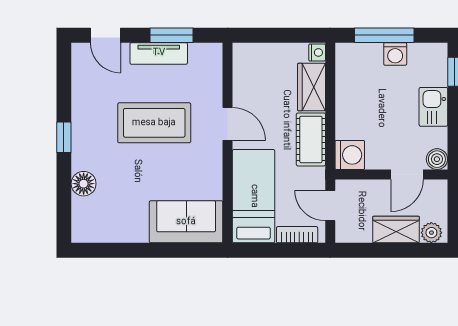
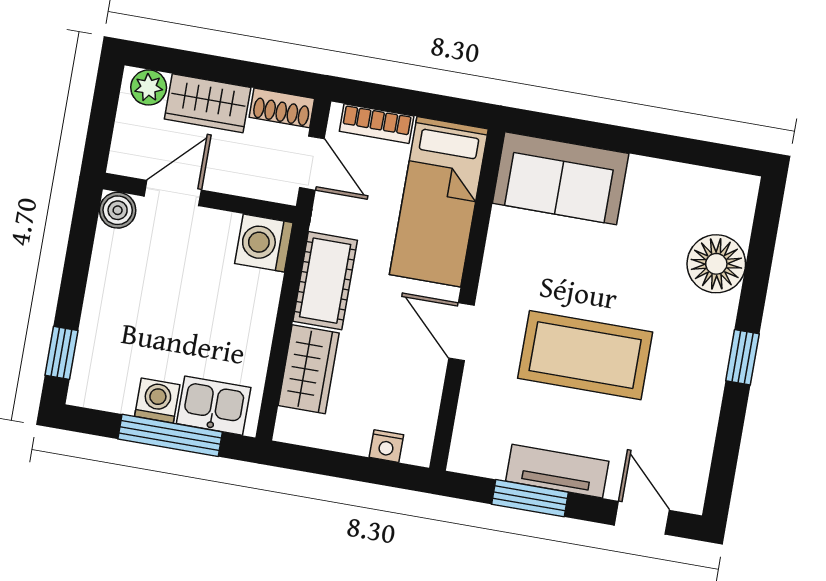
nightstand: (317, 52) -> (386, 446), moved, turned -90
kitchen sink: (433, 107) -> (214, 406), moved, turned -90
floor lamp: (84, 184) -> (716, 264), width x1.38, depth x1.38
shoe rack: (353, 234) -> (282, 108), added

